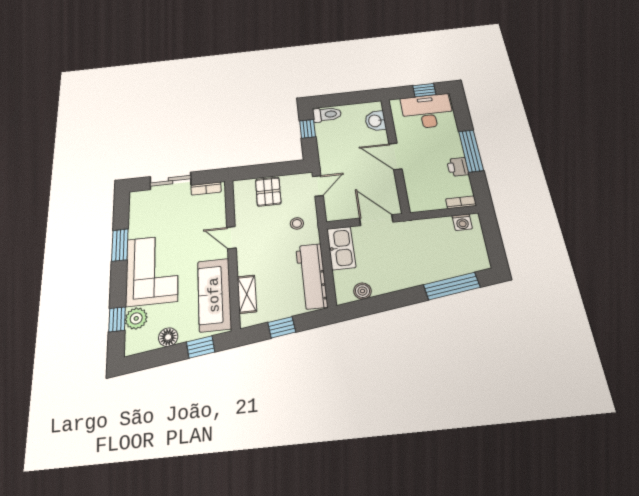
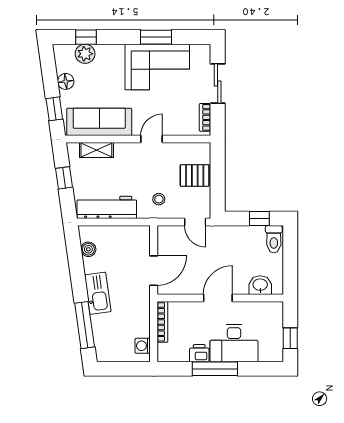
desk: (427, 111) -> (234, 343), moved, turned 90
bookcase: (461, 202) -> (162, 322), moved, width x1.56
kitchen sink: (341, 248) -> (98, 293), moved, turned -98
corner sofa: (152, 270) -> (157, 67), moved

